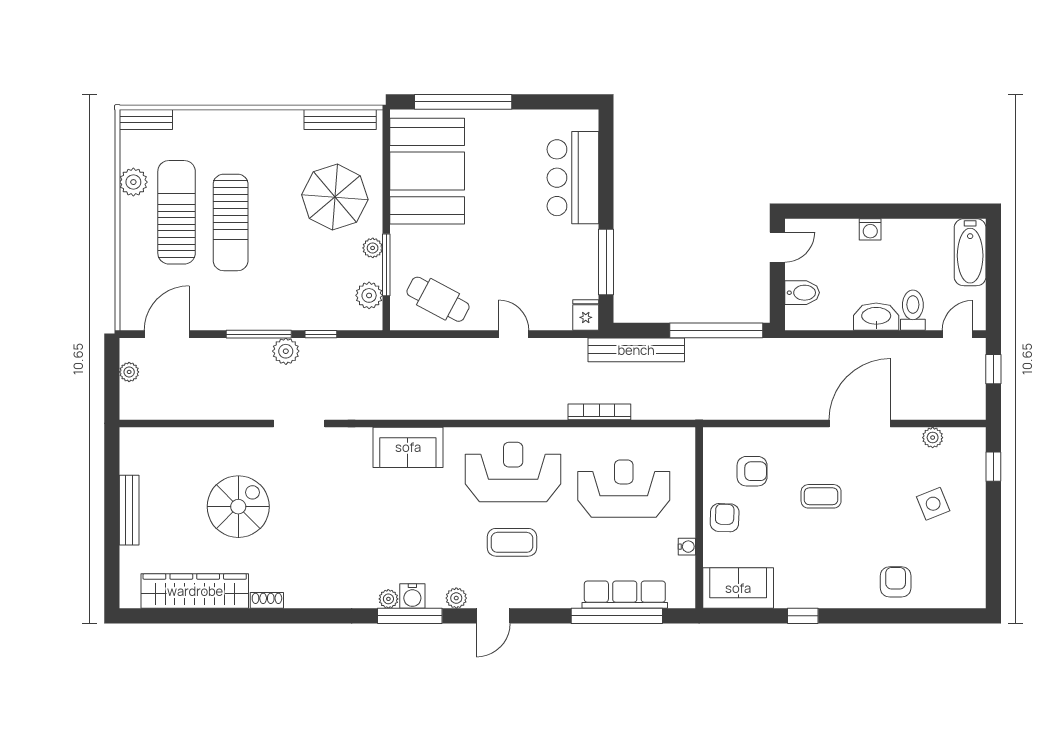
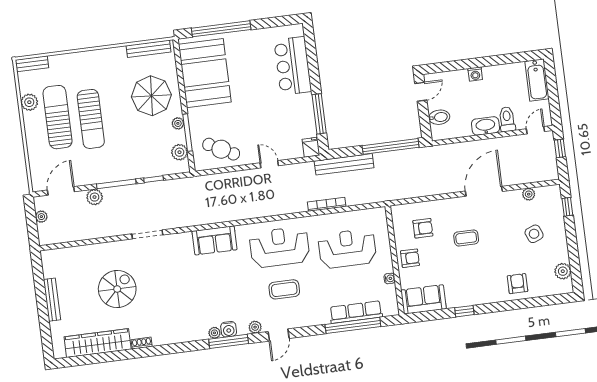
plant: (286, 351) -> (95, 197), moved
armchair: (725, 518) -> (410, 258), turned 88
plant: (972, 571) -> (563, 271), added

